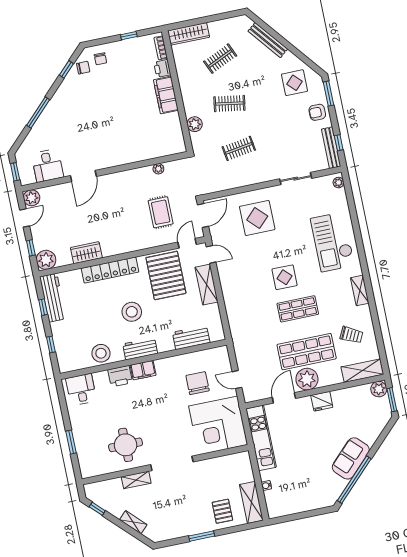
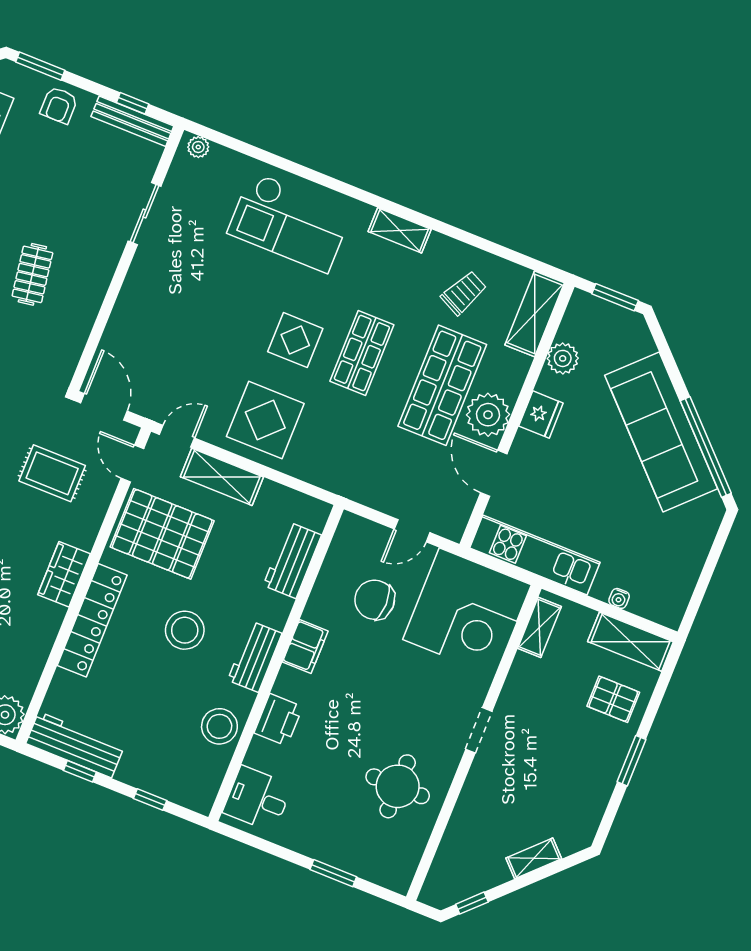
display table: (257, 218) -> (265, 420), moved
wardrobe: (86, 253) -> (64, 574), moved
filing cabinet: (143, 370) -> (305, 646), moved
plant: (379, 389) -> (563, 358), moved
sofa: (351, 458) -> (661, 432), width x1.85, depth x1.27
doorway: (172, 463) -> (479, 730), width x0.53
shelving: (136, 480) -> (539, 627), moved

